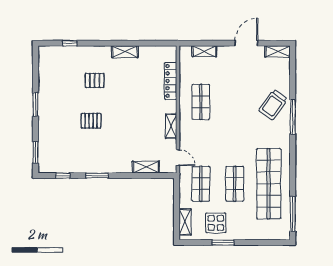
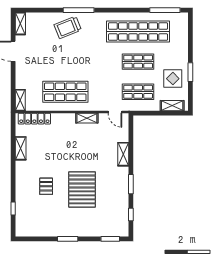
shelving: (204, 51) -> (20, 100), moved
shelving: (125, 52) -> (21, 148), moved
locker: (171, 81) -> (34, 119), moved
shop shelf: (201, 102) -> (65, 92), width x1.43, depth x1.36
trolley: (273, 105) -> (68, 27), turned 122
pallet: (91, 121) -> (82, 189), width x2.05, depth x2.00
door: (178, 158) -> (115, 112), swing flipped
shelving: (146, 167) -> (123, 154), moved

